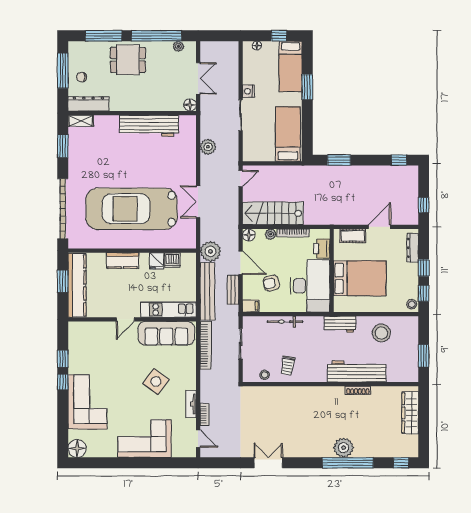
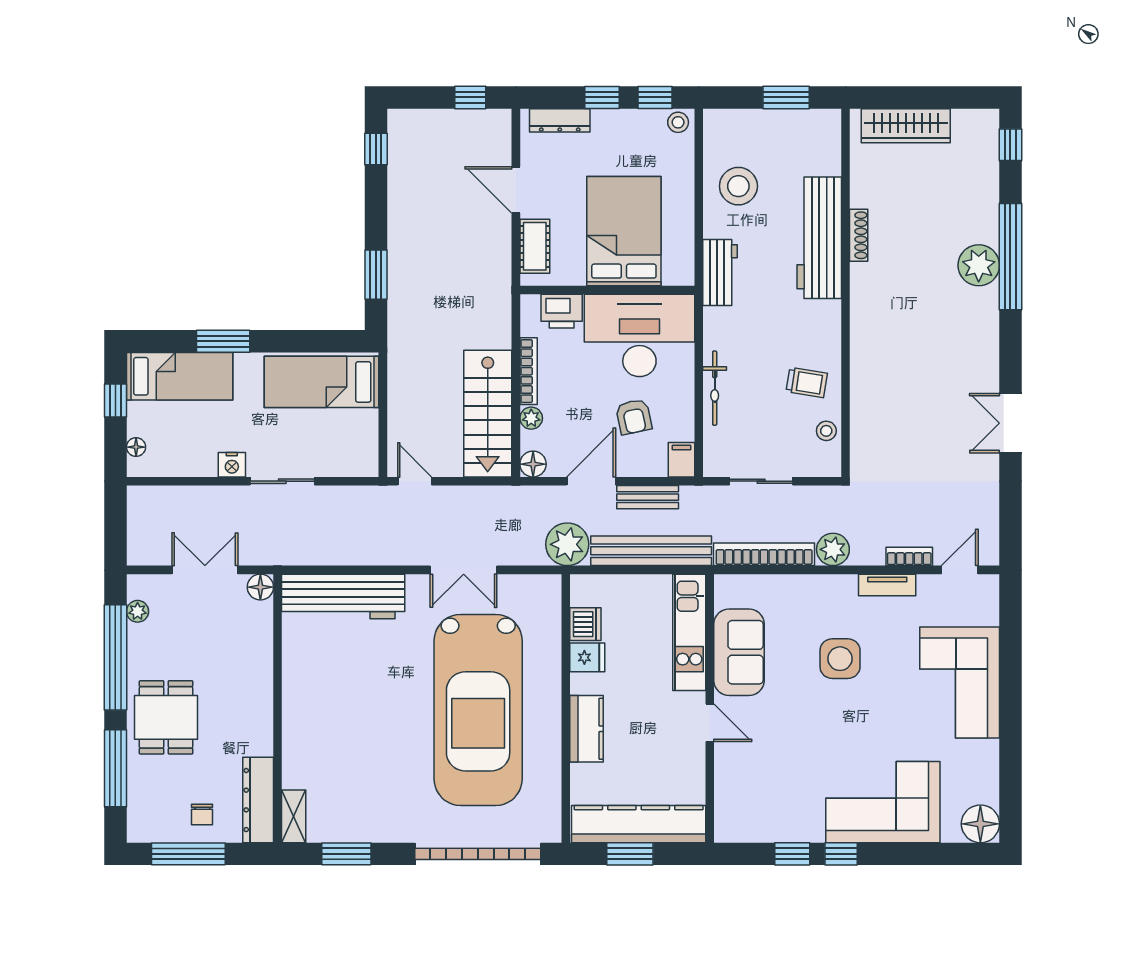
workbench: (149, 126) -> (343, 596), moved, turned 90
plant: (208, 147) -> (833, 549), moved
sofa: (166, 333) -> (739, 652), width x0.73
side table: (156, 381) -> (840, 659), turned -37

